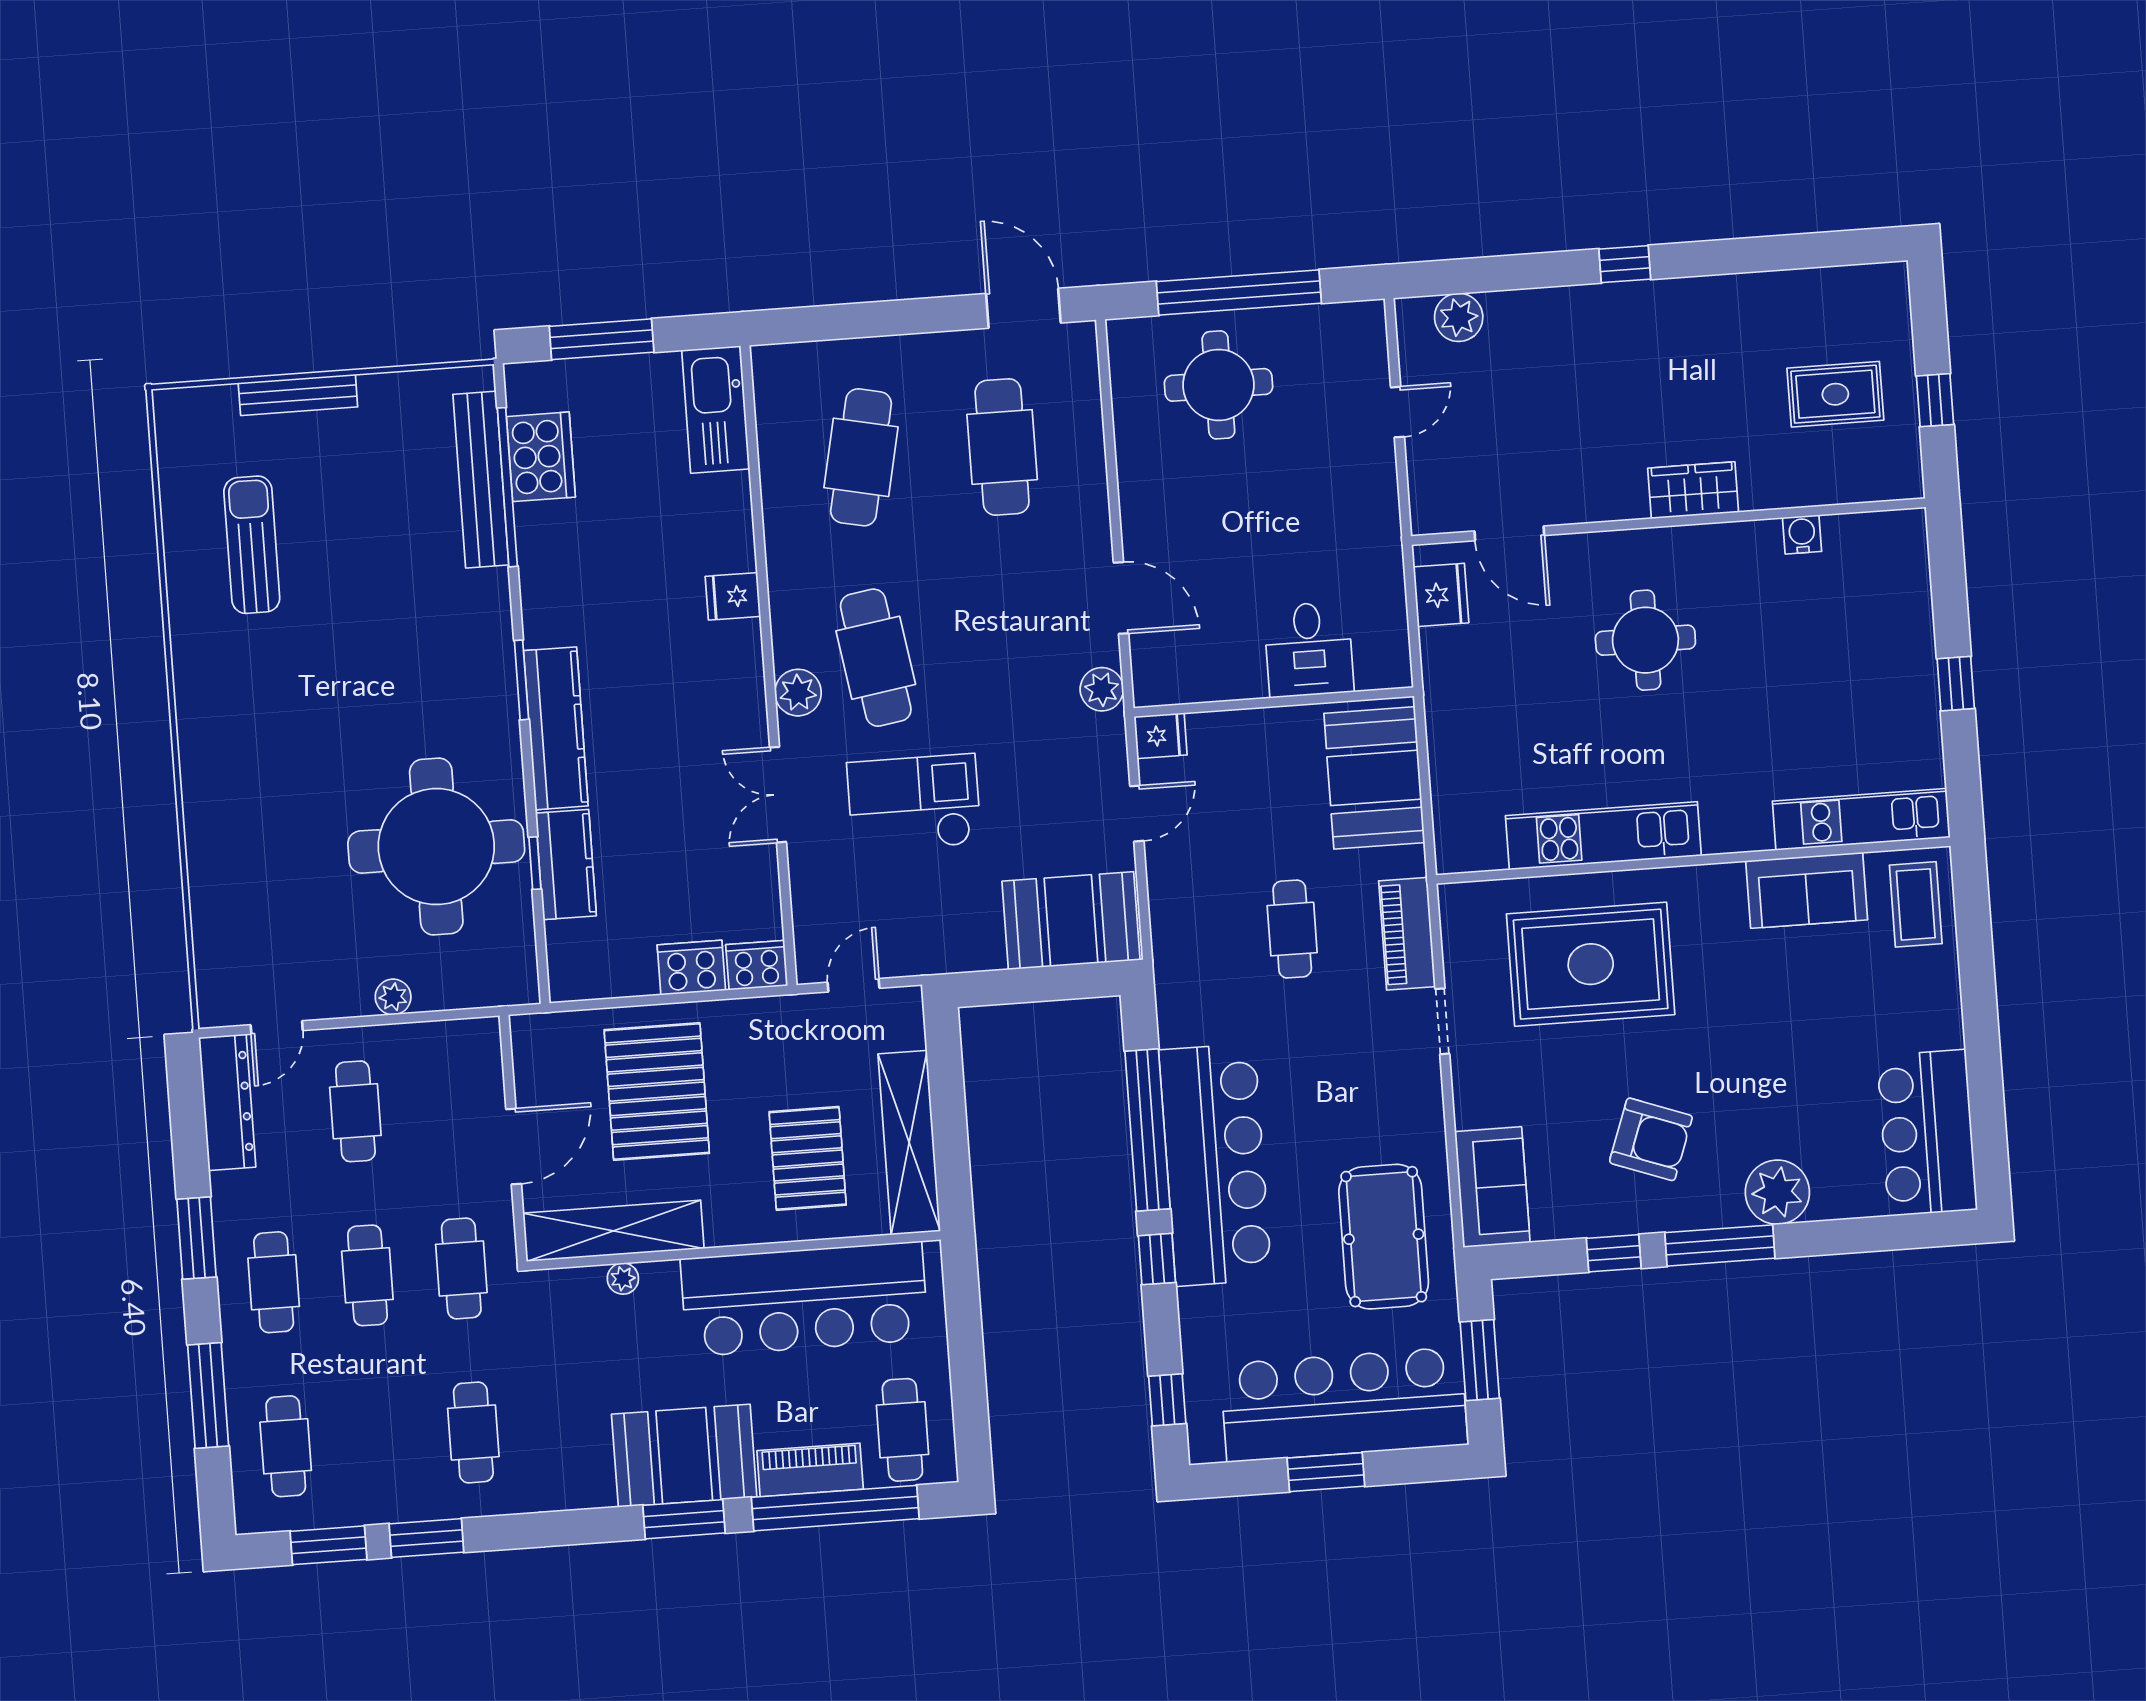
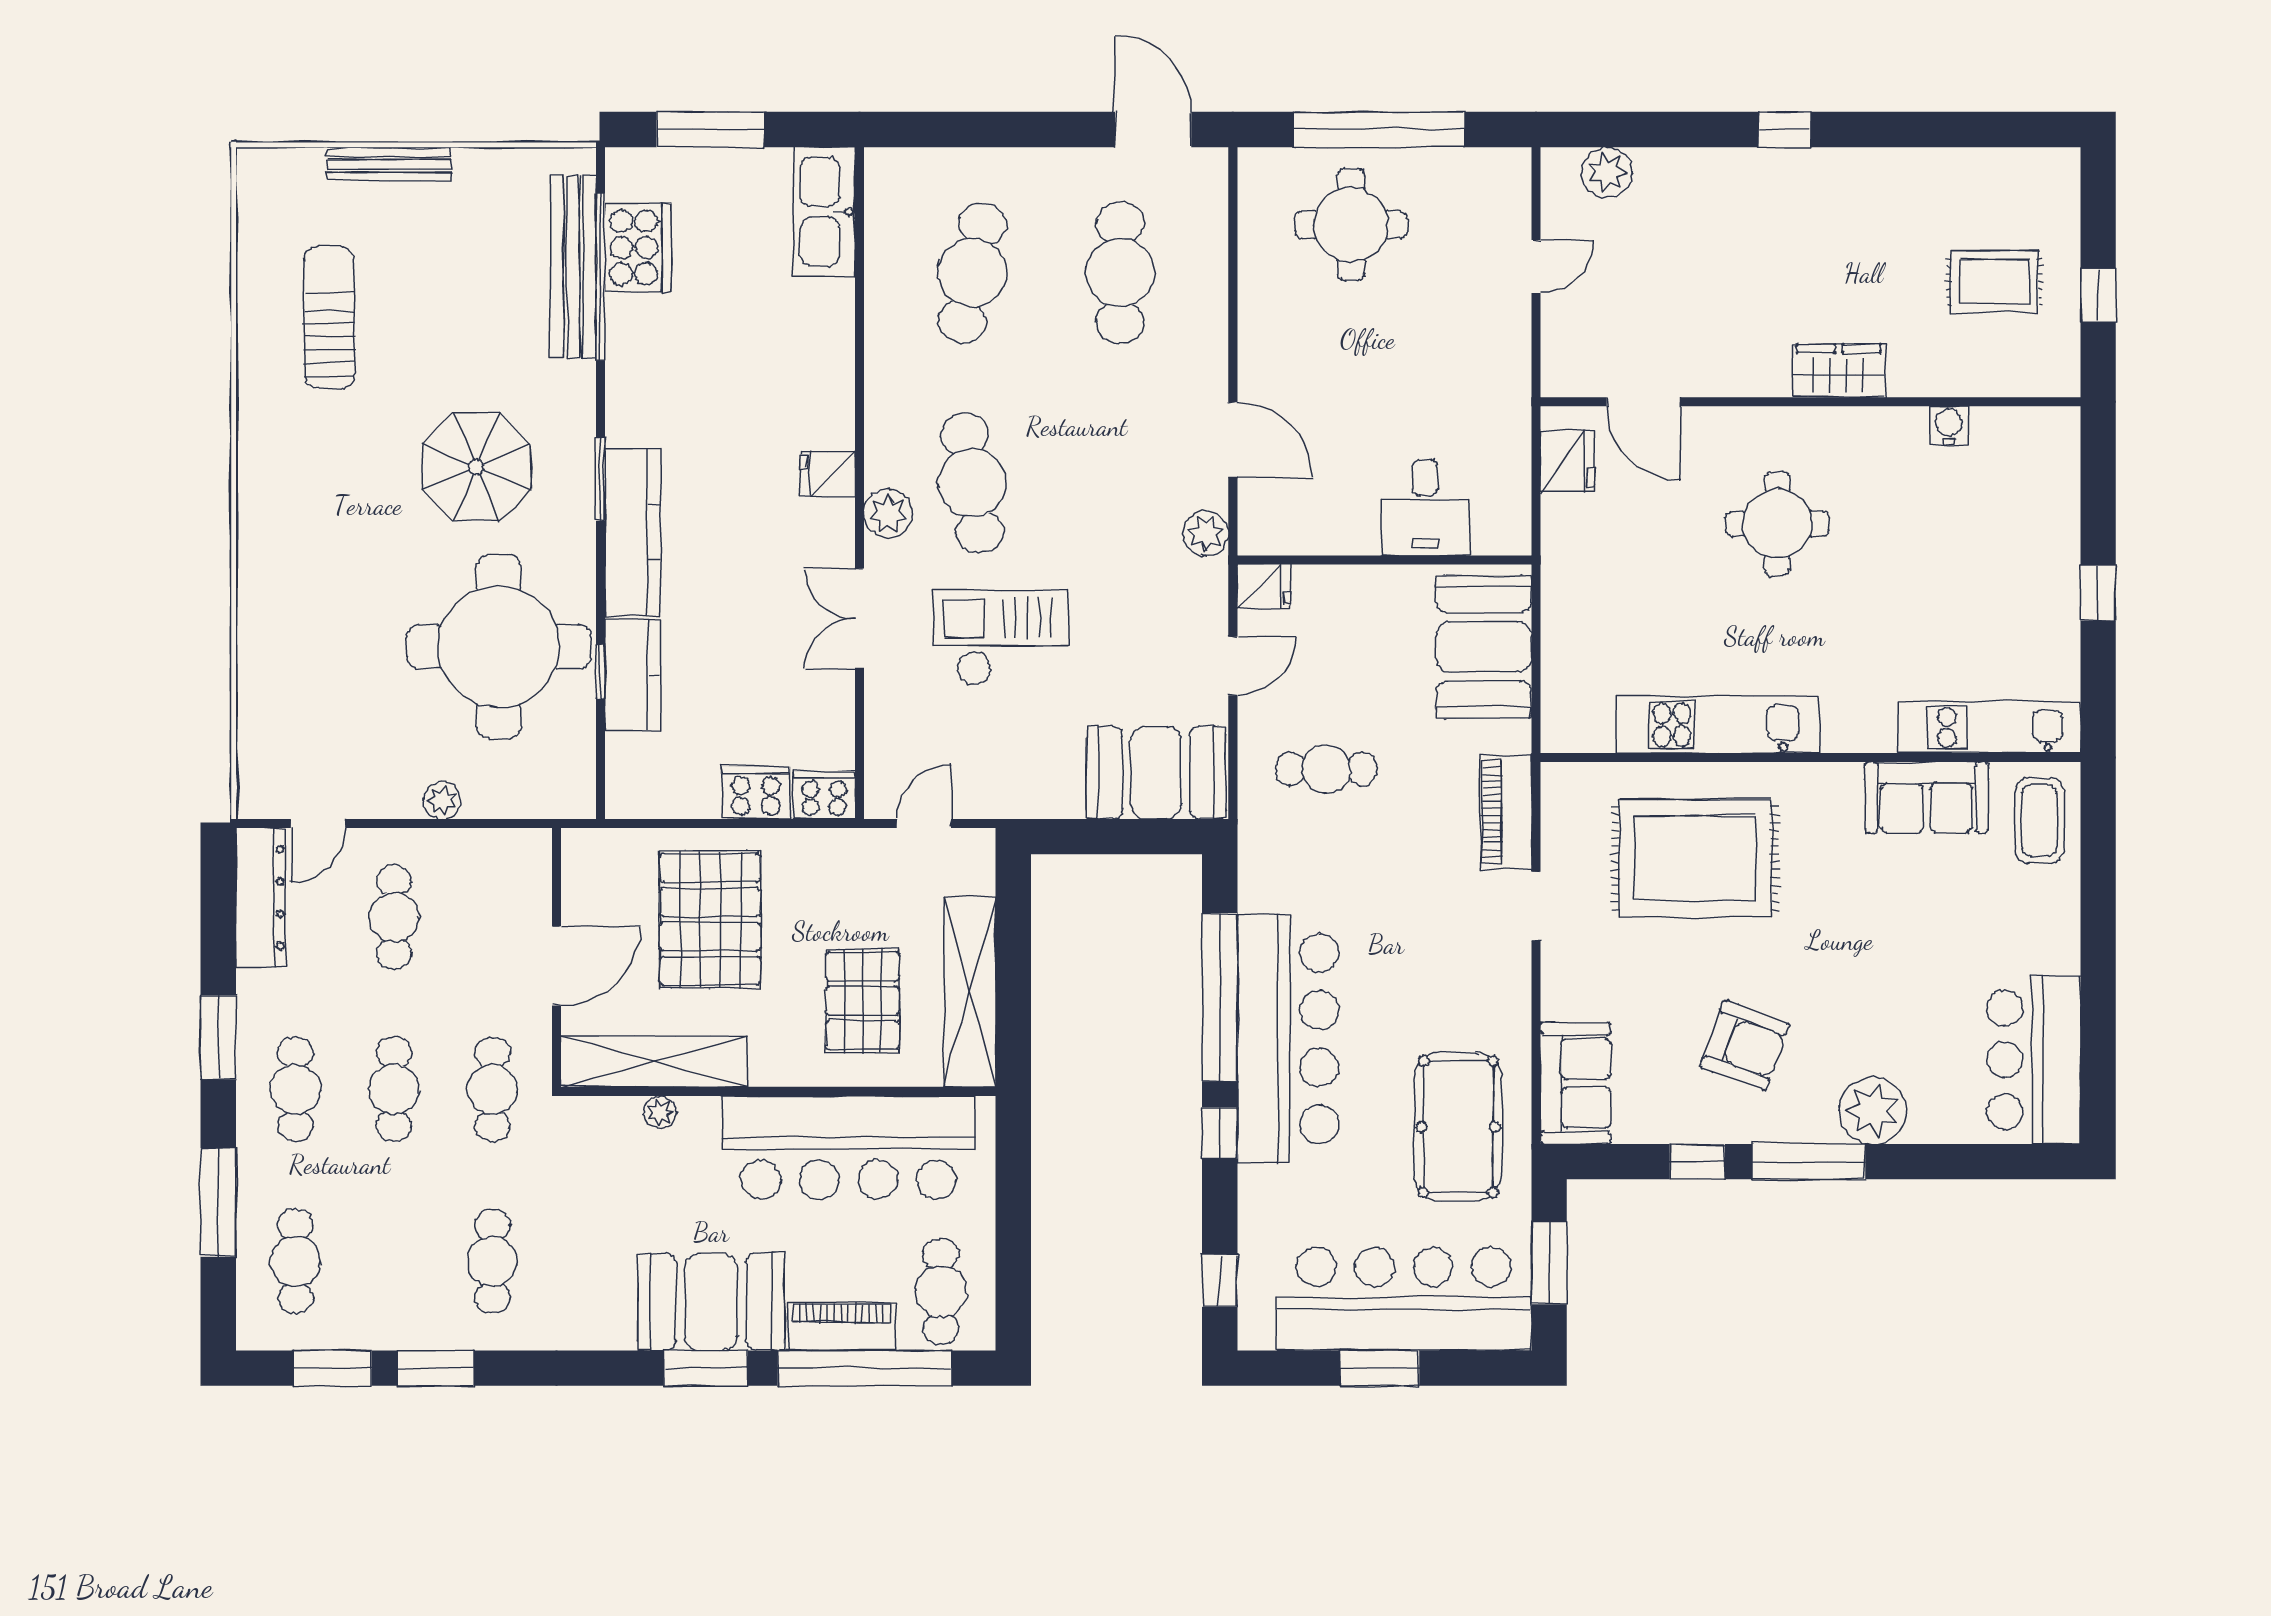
fridge: (733, 596) -> (828, 474), moved
parasol: (403, 677) -> (476, 467), added
cafe table: (1292, 929) -> (1326, 769), moved, turned 90

